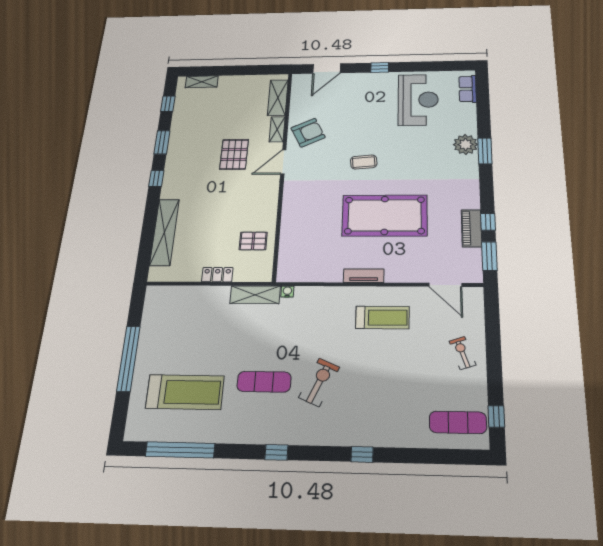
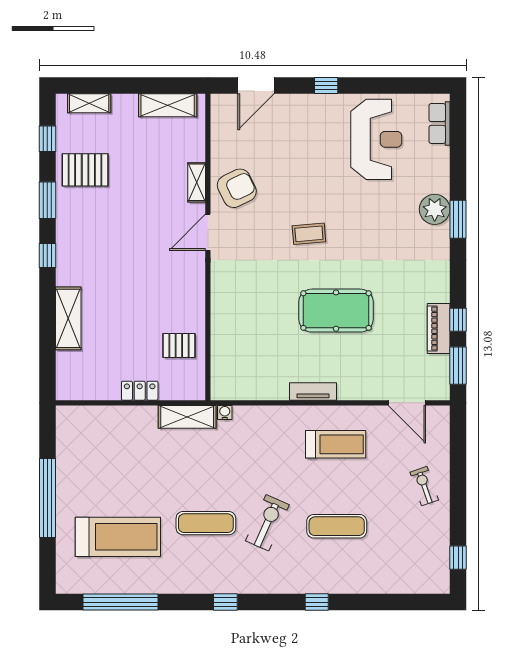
shelving: (278, 98) -> (168, 105), moved, turned 90
pallet: (234, 154) -> (85, 170), moved, turned 90
pool table: (385, 215) -> (336, 311), width x0.73, depth x0.76
shelving: (165, 232) -> (68, 318), width x0.68
exercise mat: (458, 422) -> (337, 526), moved

